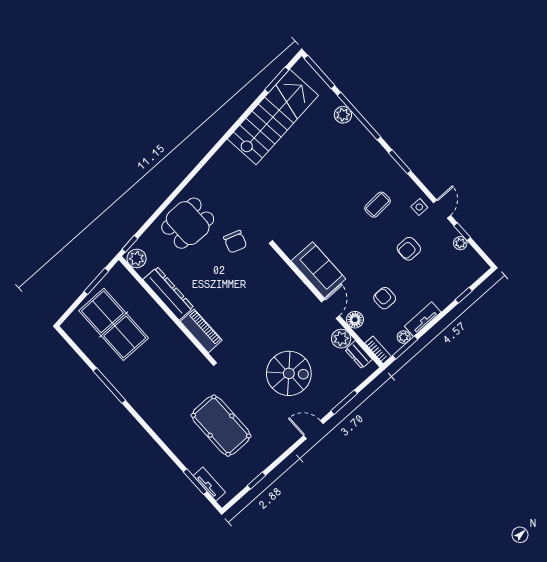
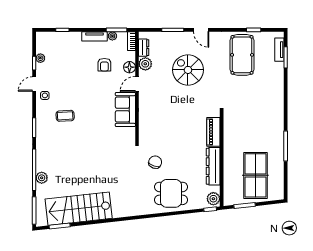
armchair: (409, 249) -> (69, 79), removed
pool table: (221, 426) -> (242, 55), moved

